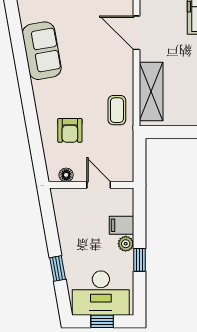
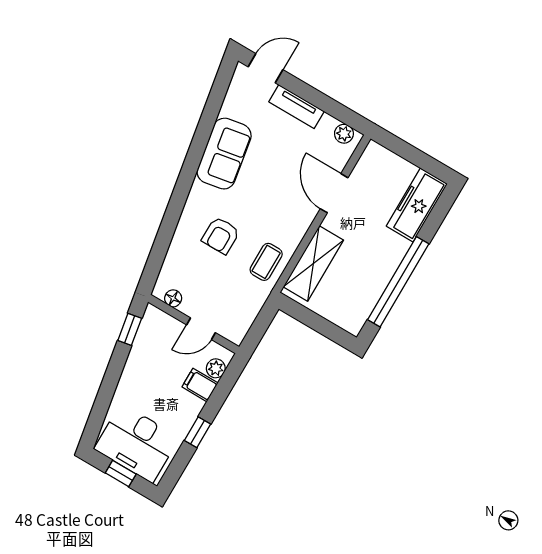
armchair: (70, 130) -> (221, 235), moved
door: (99, 185) -> (201, 329), swing flipped
plant: (126, 244) -> (216, 368), moved
window: (58, 269) -> (130, 329), moved

